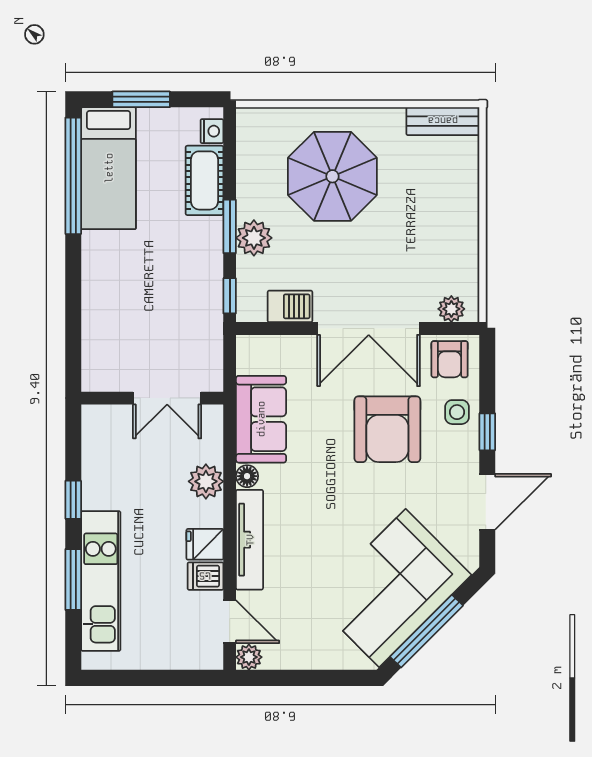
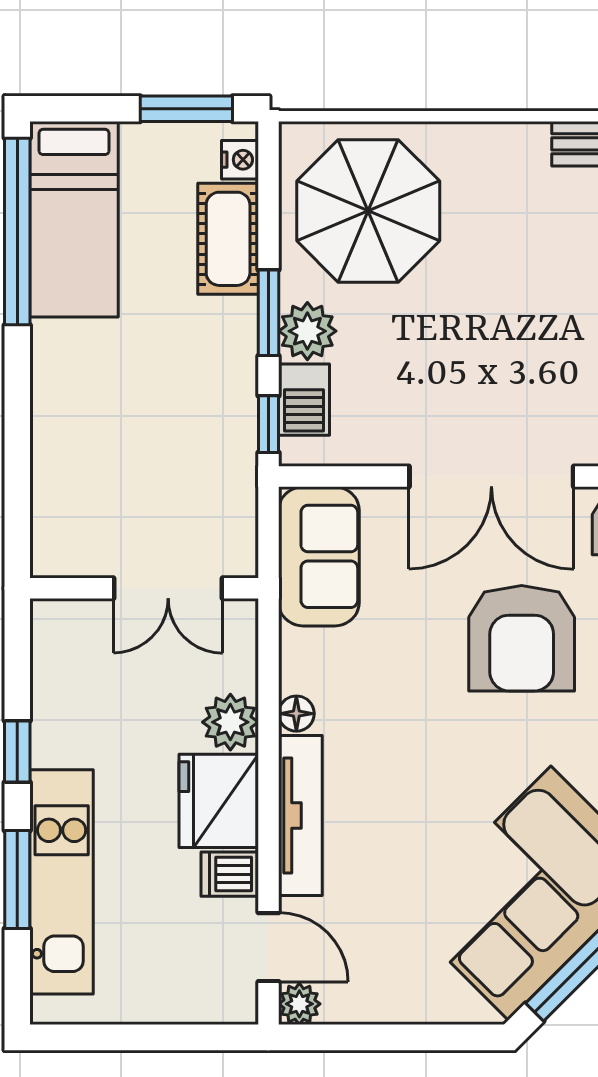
window: (141, 99) -> (186, 109), moved
parasol: (332, 176) -> (368, 211), moved
barbecue: (290, 306) -> (304, 400), moved, turned 90
sofa: (261, 419) -> (319, 556), moved
fridge: (205, 544) -> (219, 801), width x1.88, depth x1.34

